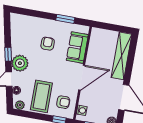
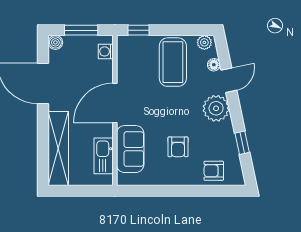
window: (65, 19) -> (157, 191), removed
kitchen sink: (94, 46) -> (104, 156), added
window: (8, 54) -> (242, 143), moved
armchair: (63, 102) -> (214, 171), moved

